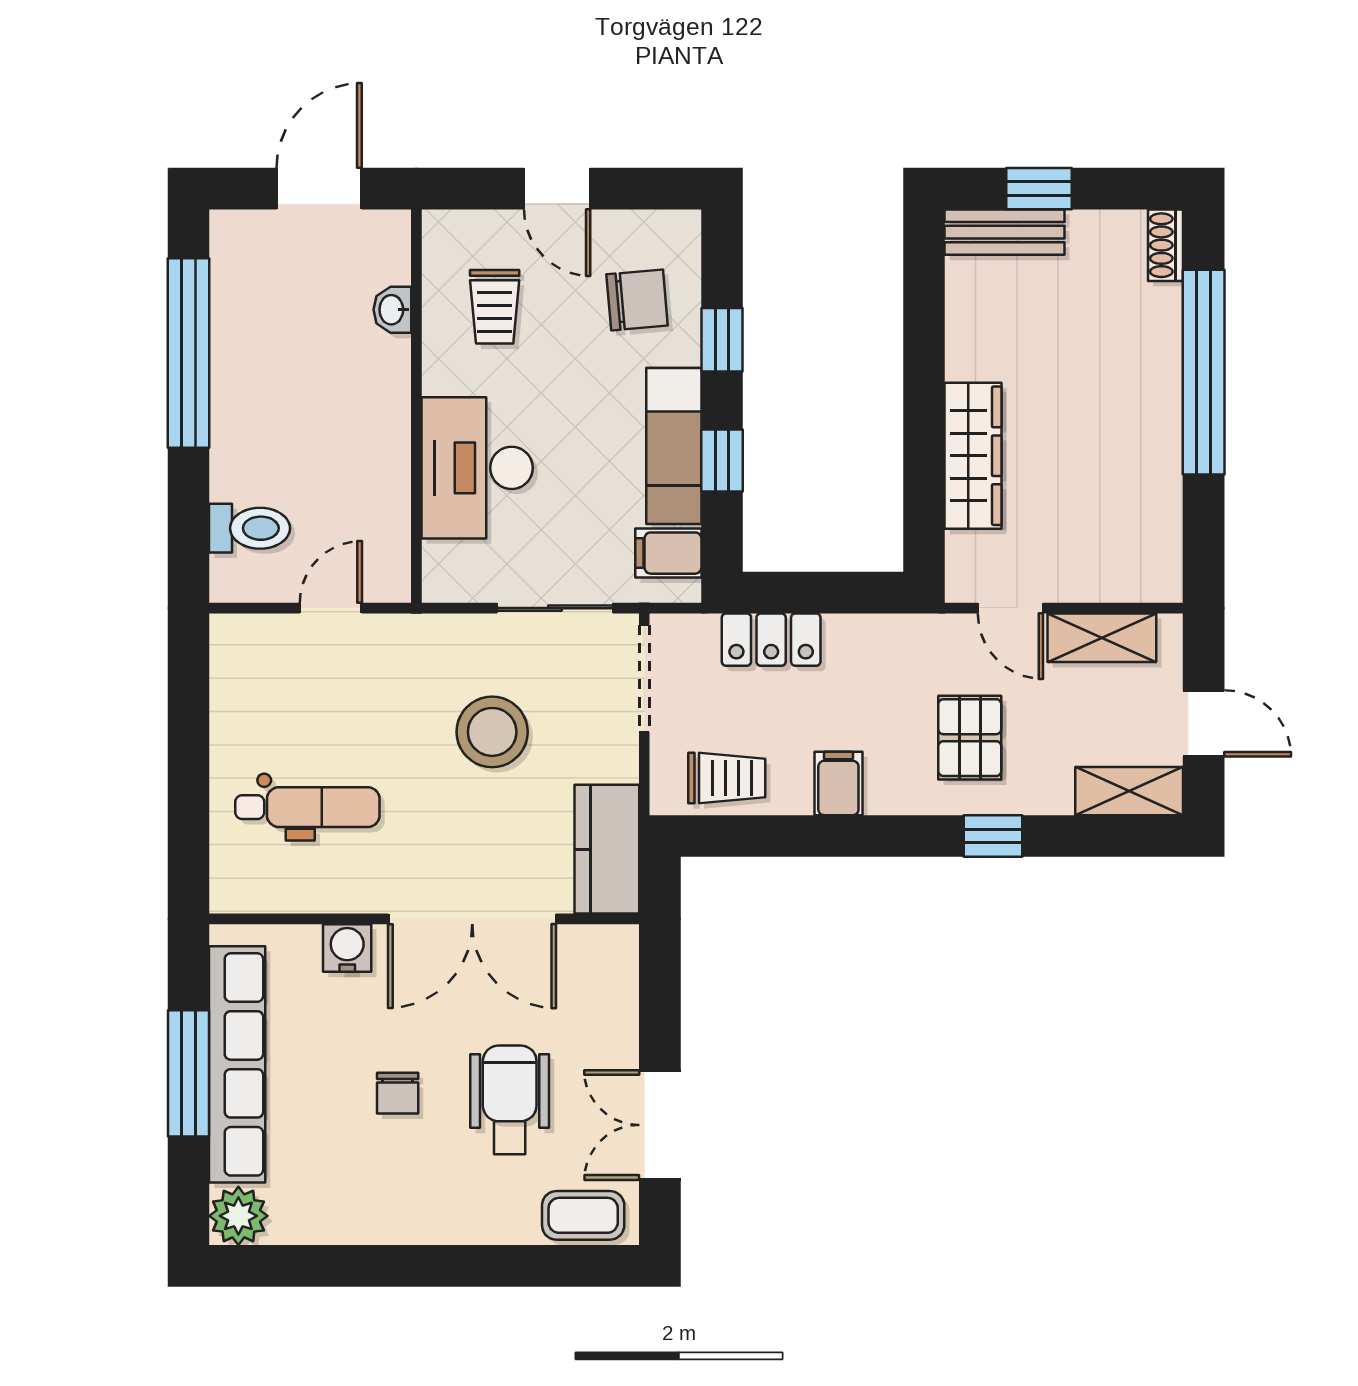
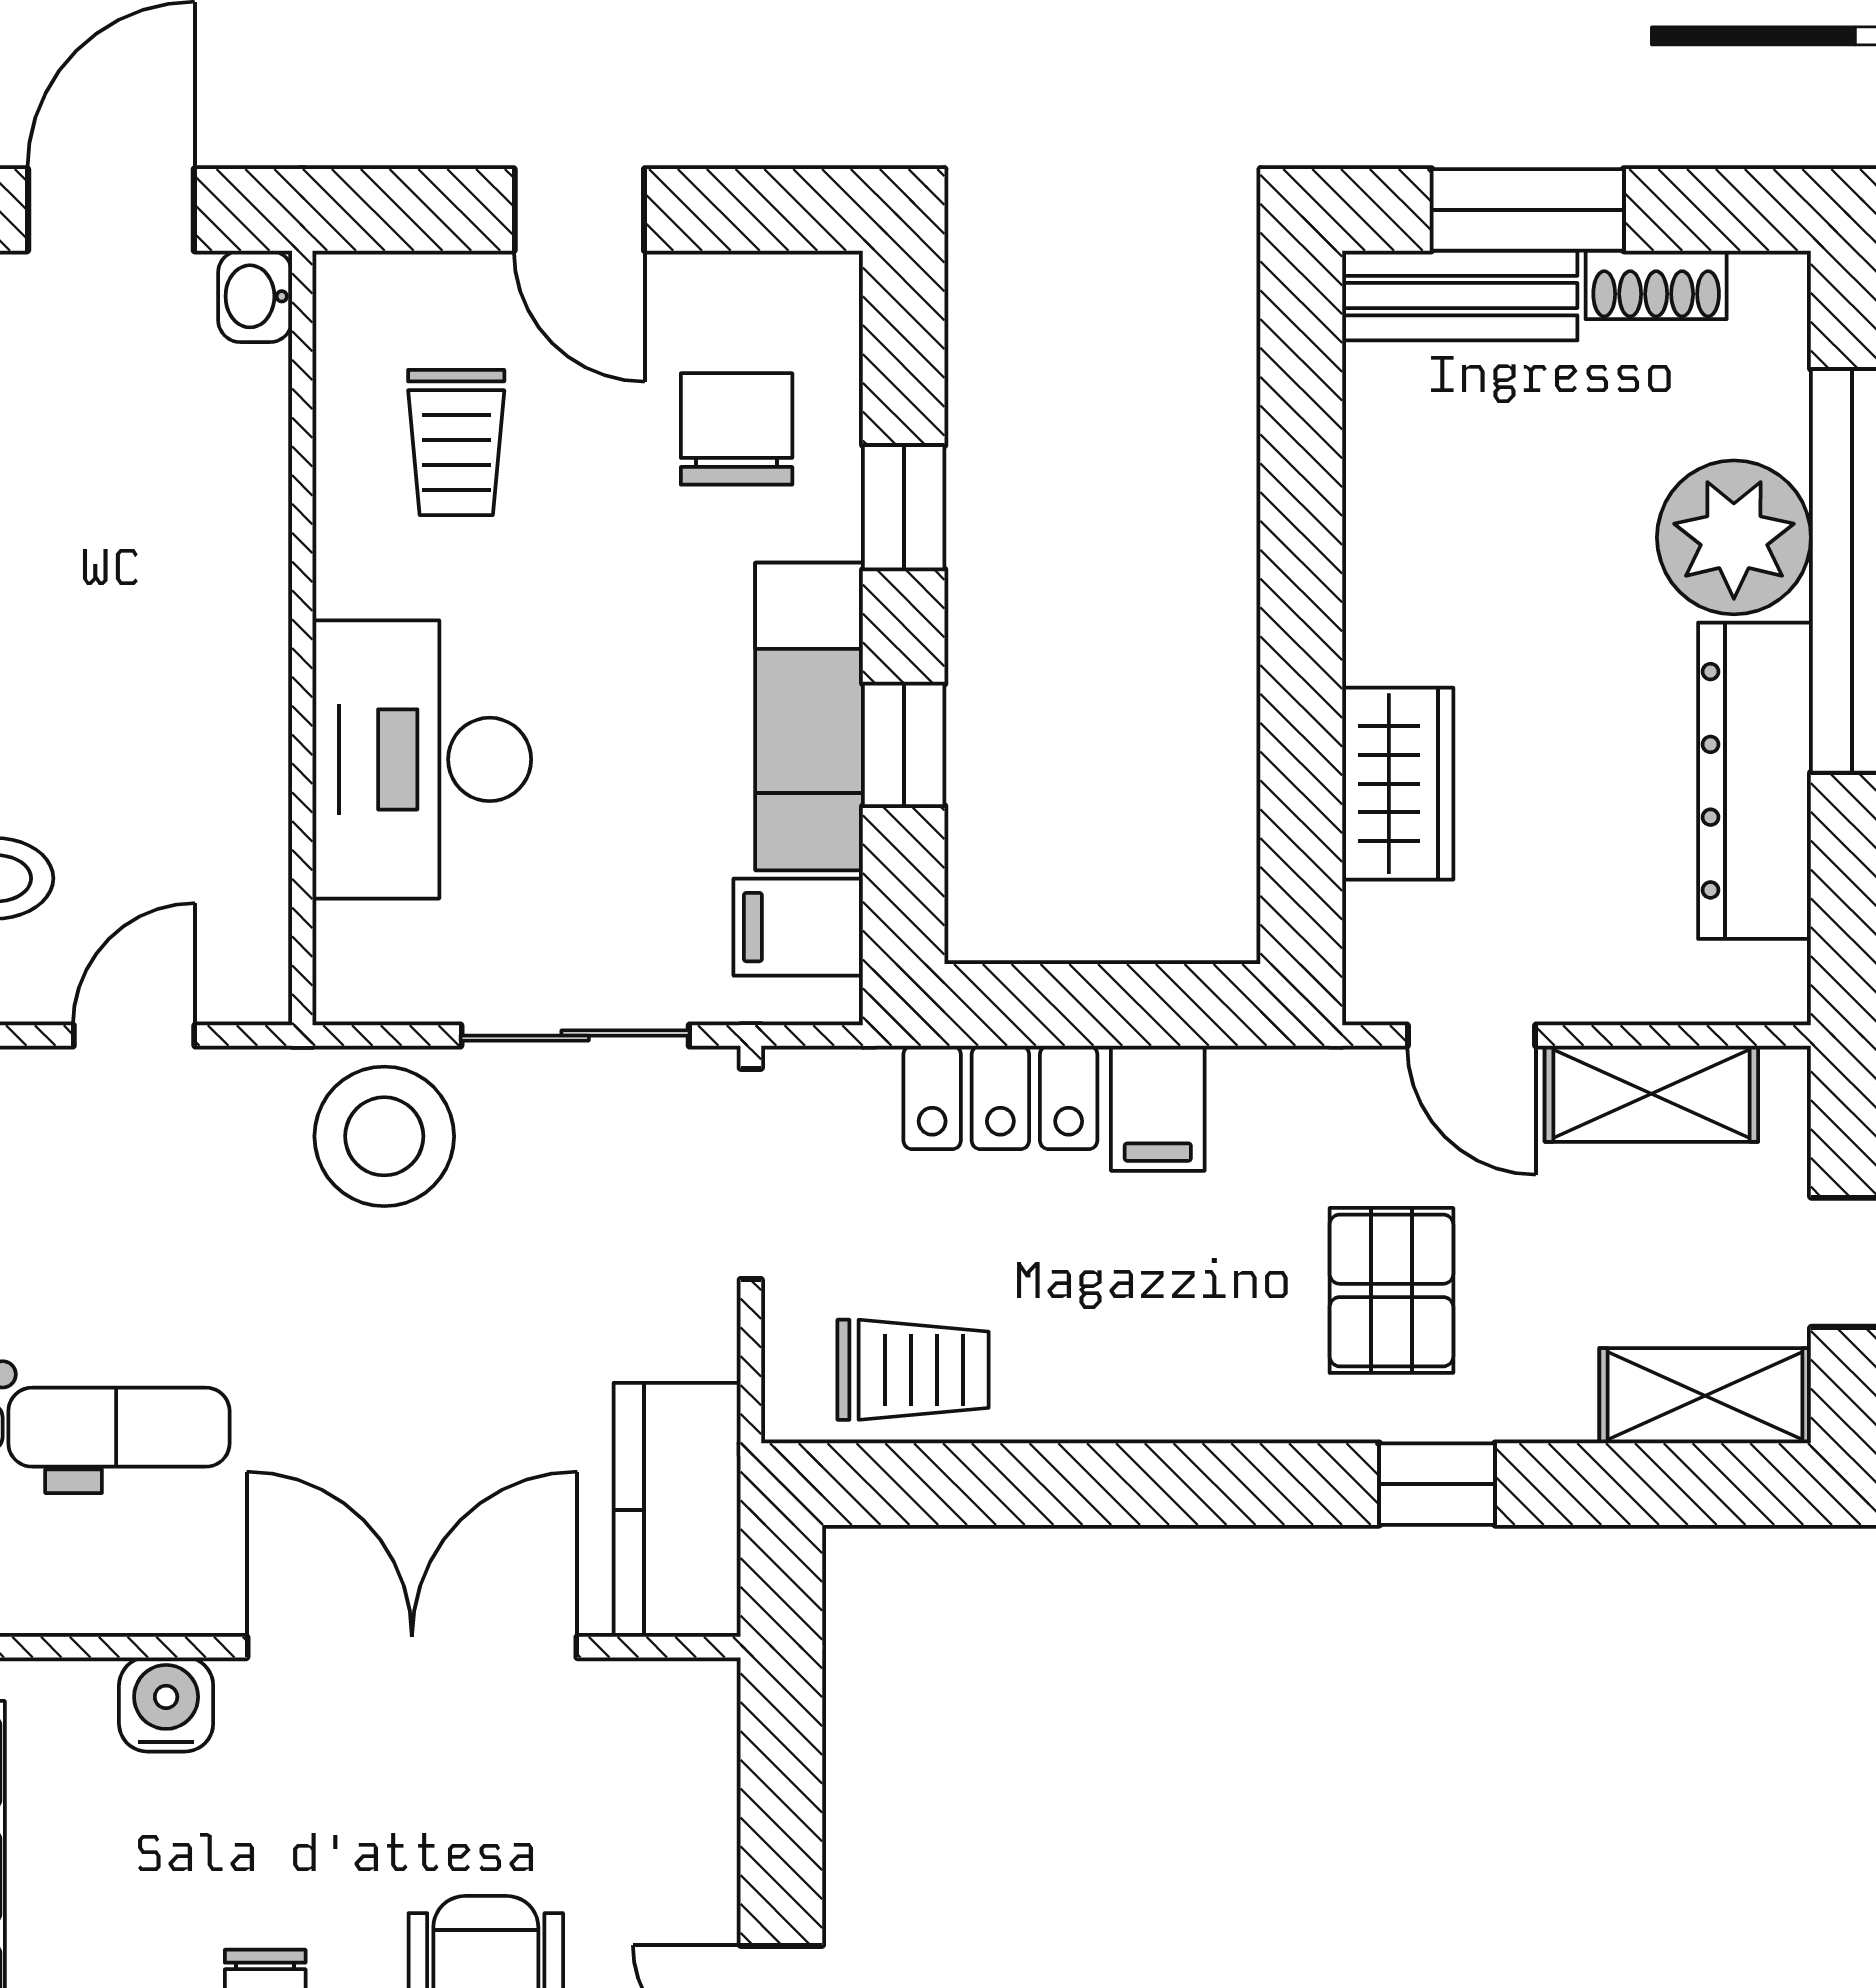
window: (1039, 189) -> (1528, 210), width x1.50
shoe rack: (1166, 245) -> (1656, 285), moved, turned -90
chair: (637, 300) -> (737, 429), turned -85
washbasin: (392, 310) -> (255, 296), moved
plant: (1144, 355) -> (1734, 537), added
wardrobe: (973, 456) -> (1398, 784), width x0.67
dresser: (1154, 479) -> (1755, 781), added
stool: (492, 732) -> (384, 1136), moved
filing cabinet: (838, 784) -> (1158, 1108), moved, turned 180
double door: (472, 919) -> (412, 1647), swing flipped

